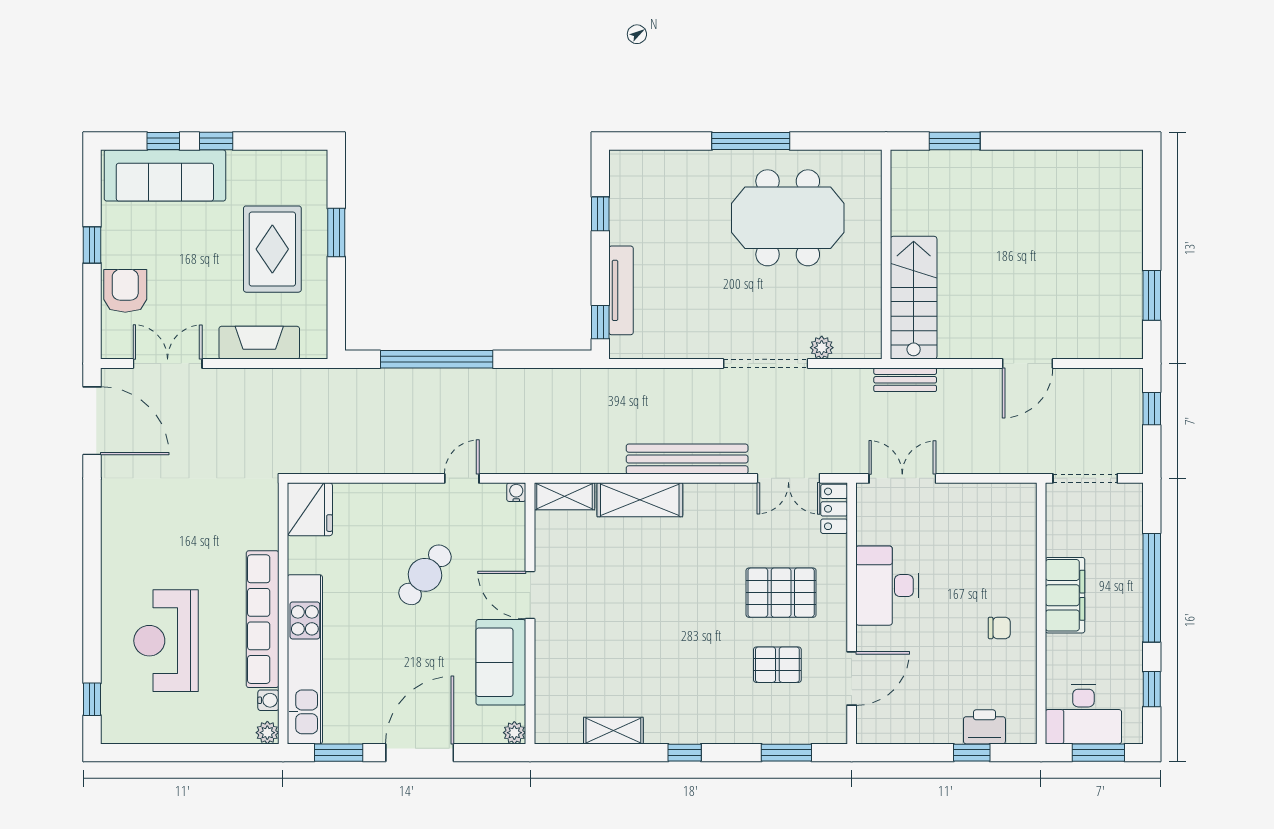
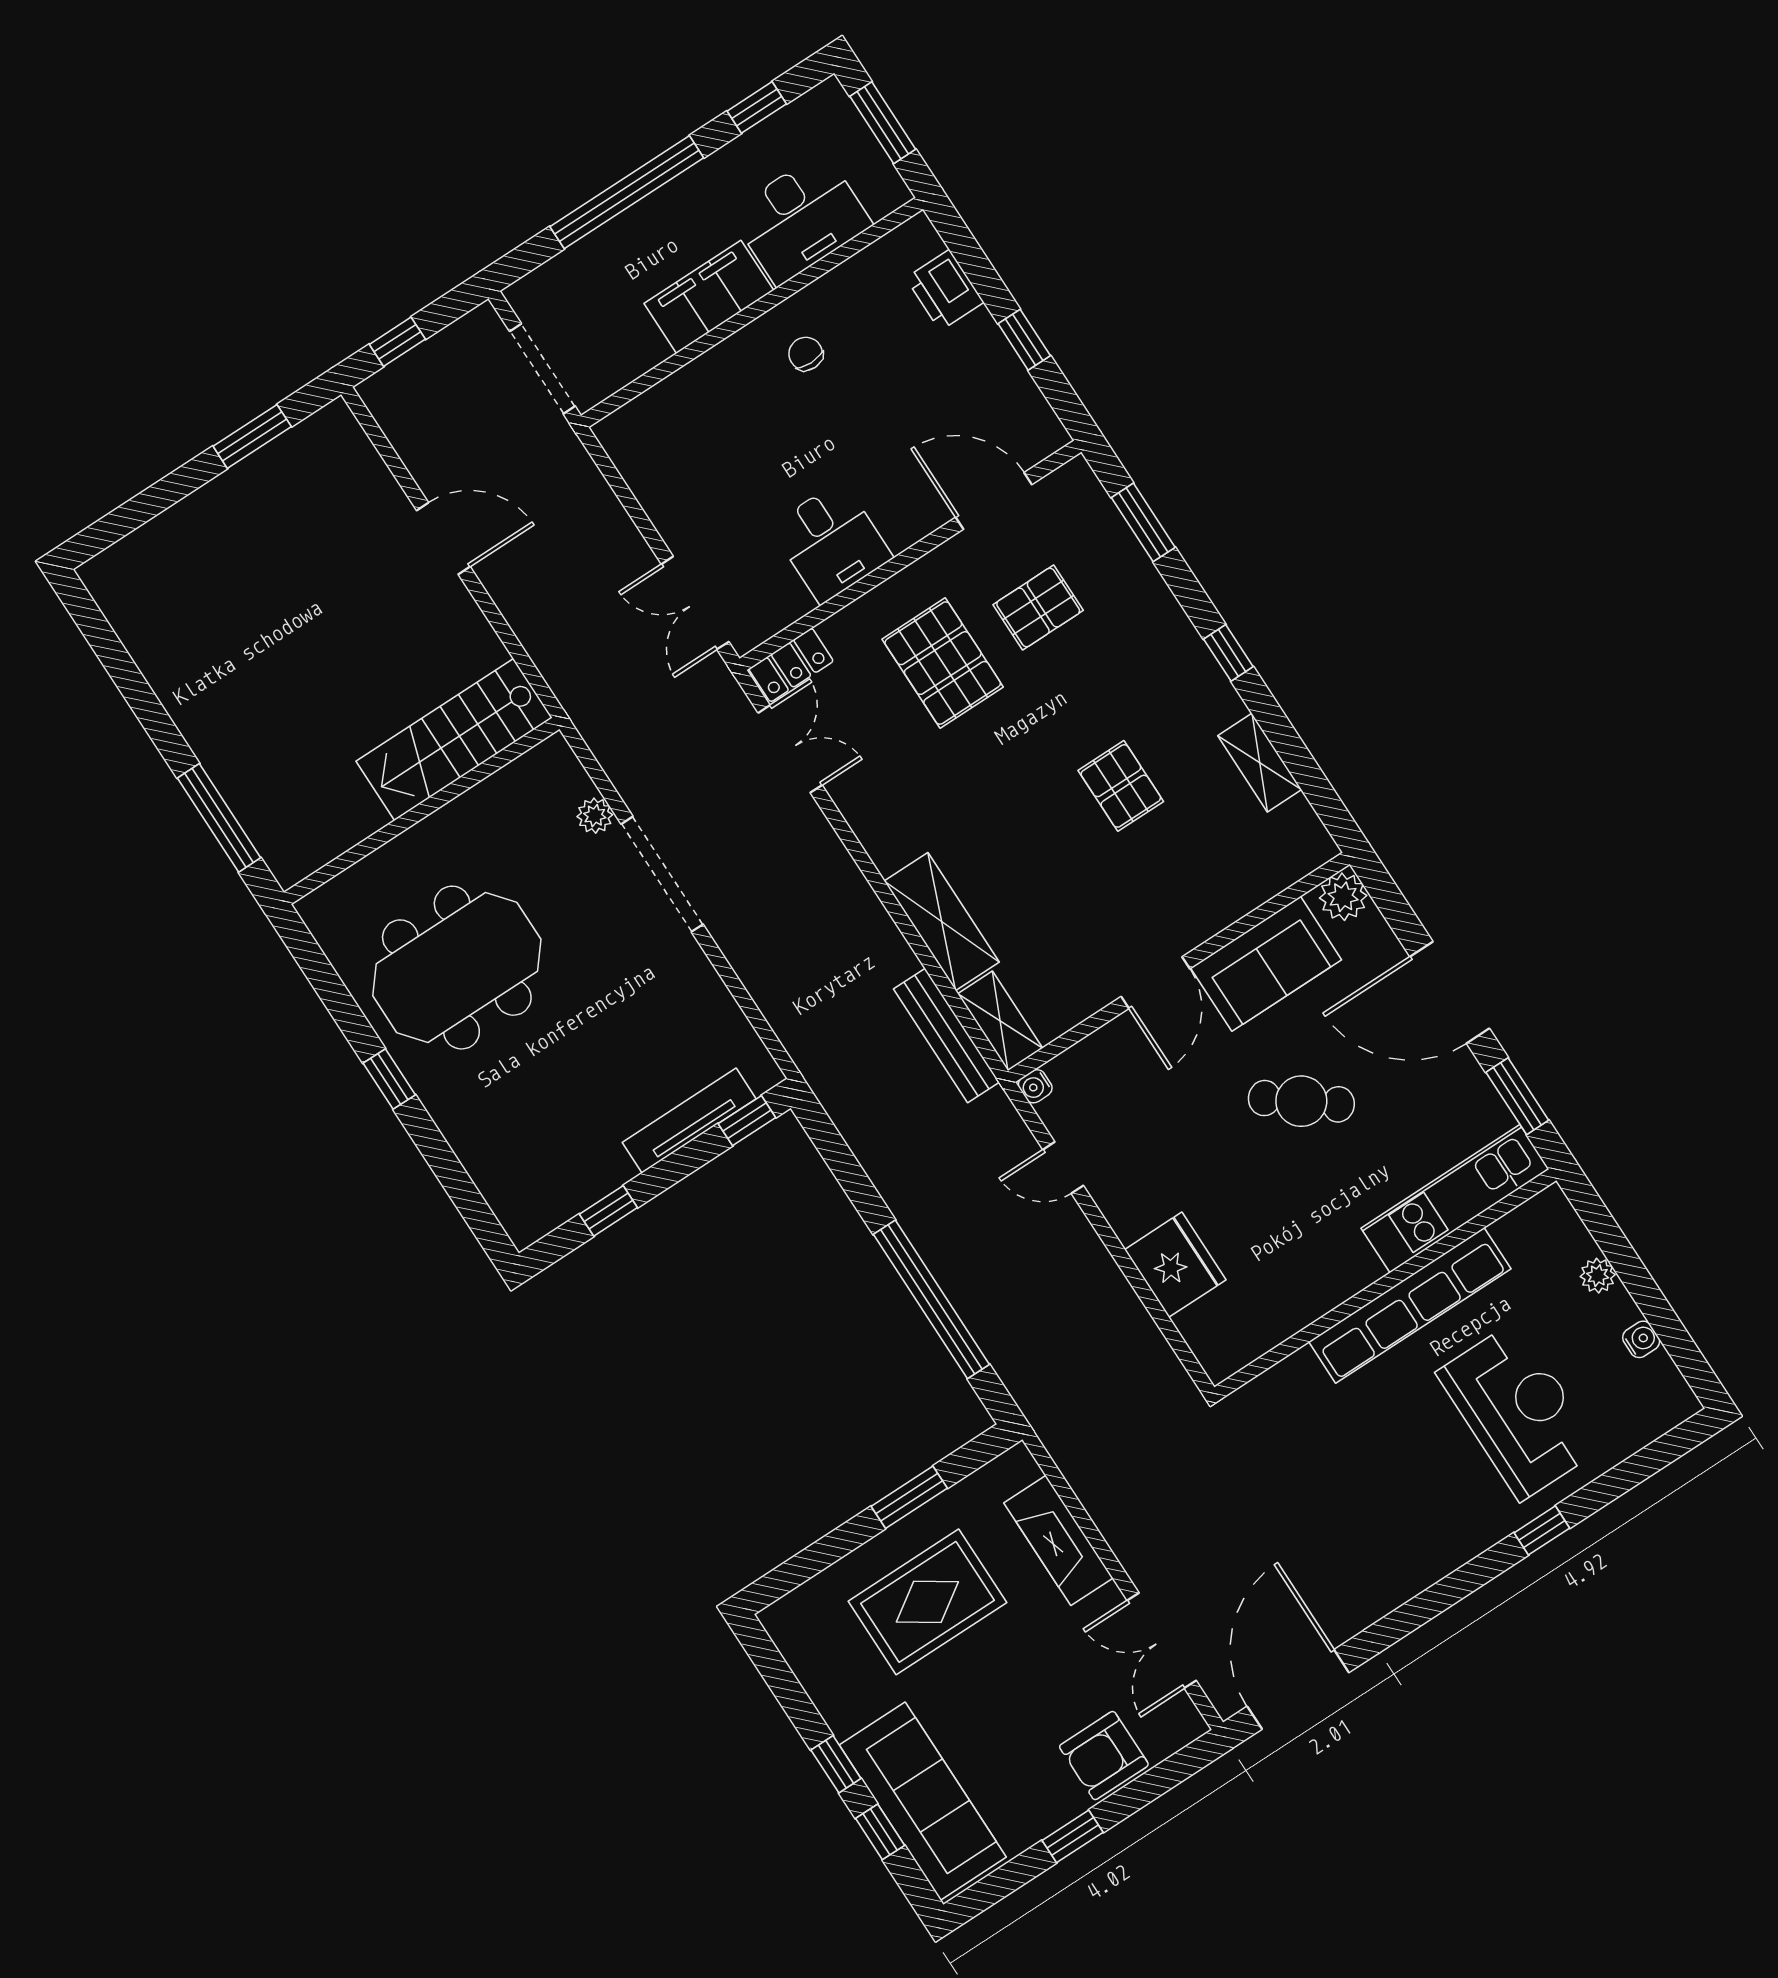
window: (751, 141) -> (389, 1079), width x0.46
window: (955, 141) -> (219, 818), width x1.44
meeting table: (788, 218) -> (457, 968), turned 90
window: (336, 233) -> (909, 1497), moved
bench: (905, 380) -> (566, 682), removed
bench: (687, 459) -> (946, 1036), moved, width x0.73, depth x0.82
fridge: (310, 509) -> (1175, 1265), moved, turned 90
cafe table: (425, 575) -> (1301, 1101), moved
desk: (887, 586) -> (831, 542), width x0.73
reception desk: (166, 641) -> (1518, 1411), turned -90
pallet: (650, 646) -> (1121, 786), added
kitchen unit: (305, 659) -> (1455, 1199), width x0.73
pallet: (777, 665) -> (1038, 608), turned 90
window: (92, 699) -> (1542, 1530), moved
water cooler: (268, 700) -> (1641, 1339), moved, turned 90
desk: (1083, 714) -> (800, 218), moved, turned 90
plant: (267, 733) -> (1598, 1276), moved
plant: (514, 733) -> (1343, 897), width x1.38, depth x1.38
window: (972, 753) -> (1024, 340), moved

